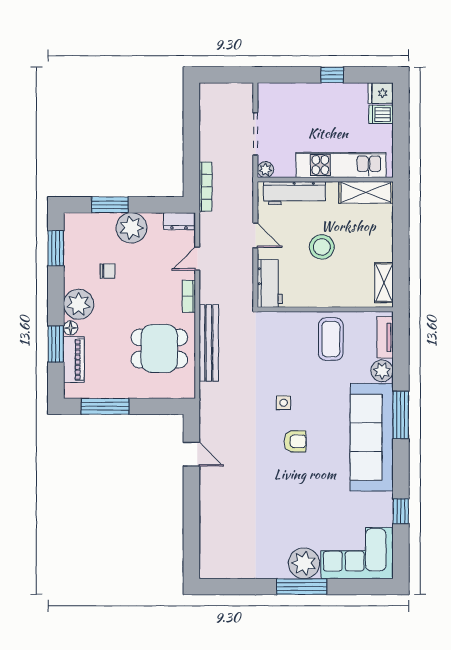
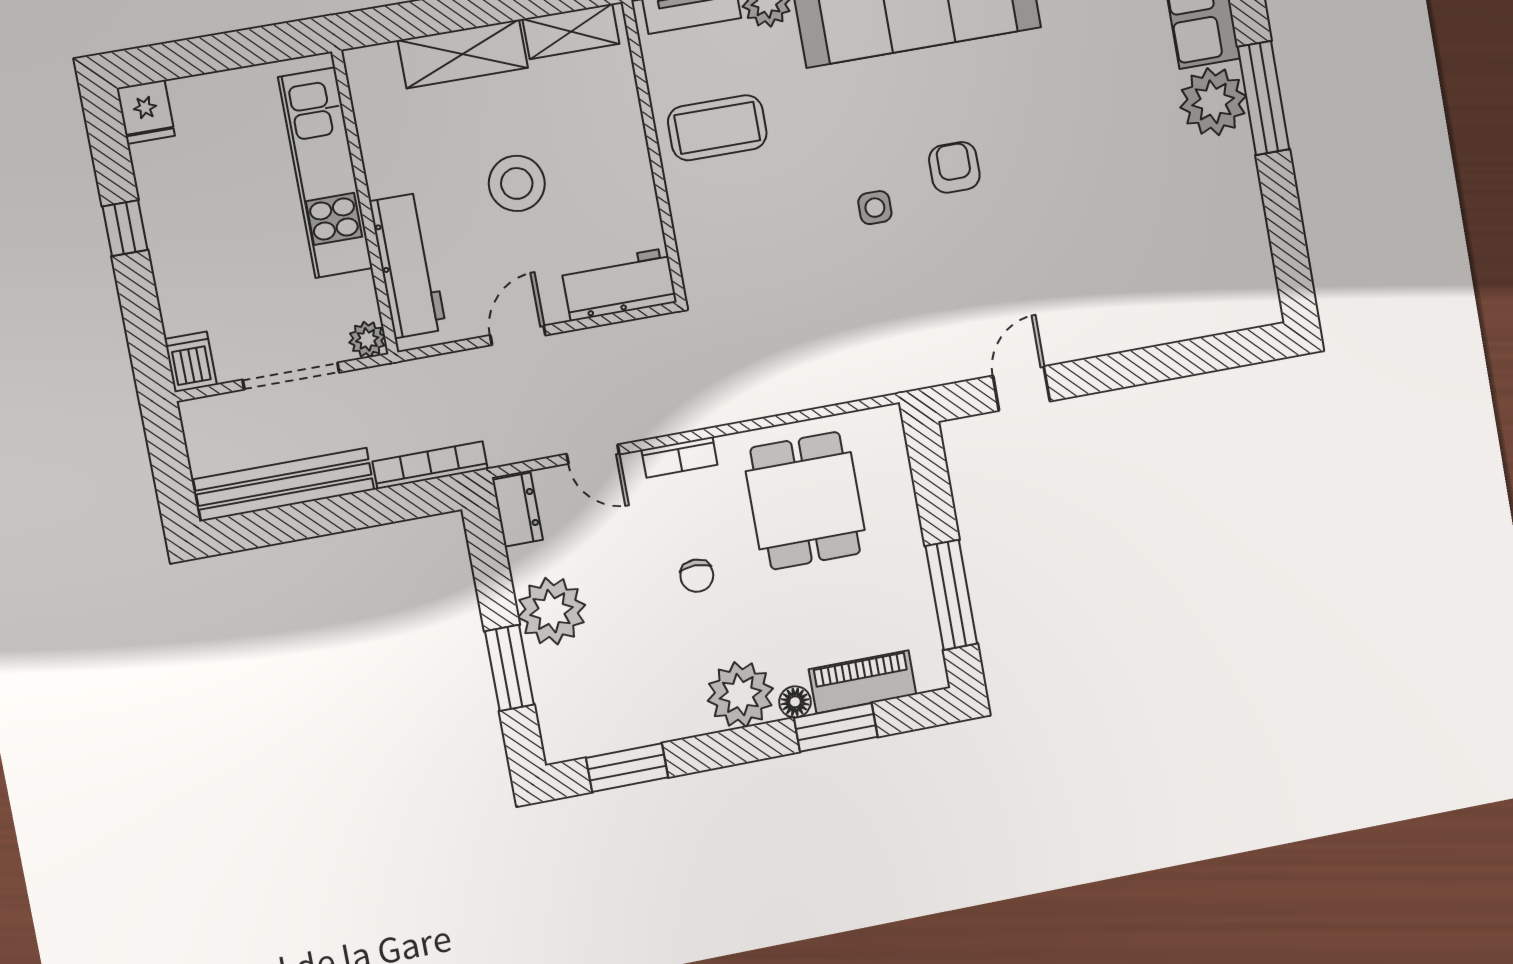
dishwasher: (381, 114) -> (191, 362), moved, turned 180
shelving: (366, 192) -> (463, 54), moved, turned 90
chair: (108, 271) -> (697, 576), moved, turned 180
bench: (209, 343) -> (284, 484), moved

